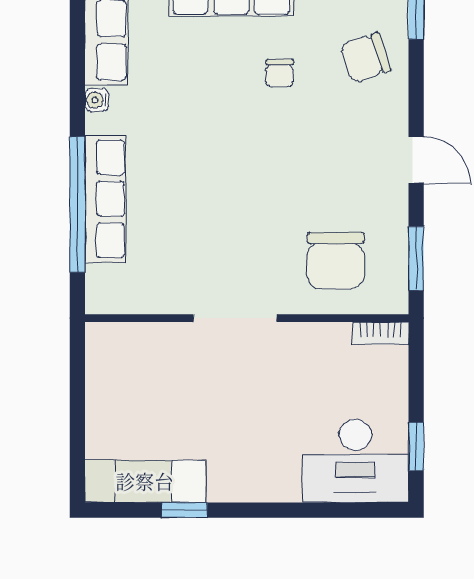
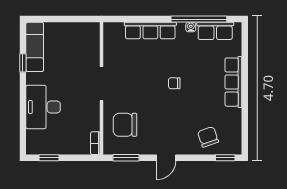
chair: (279, 73) -> (174, 83), moved
window: (77, 205) -> (199, 19), moved
desk: (355, 461) -> (43, 107), moved

